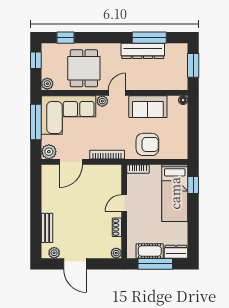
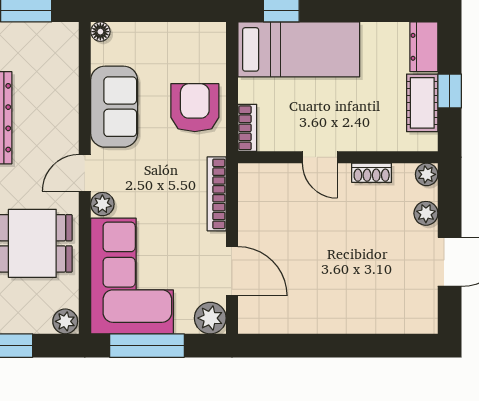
door: (117, 93) -> (85, 173), hinge flipped
bench: (47, 228) -> (373, 322), removed
plant: (54, 253) -> (426, 213), moved
window: (155, 264) -> (450, 91), width x0.46

